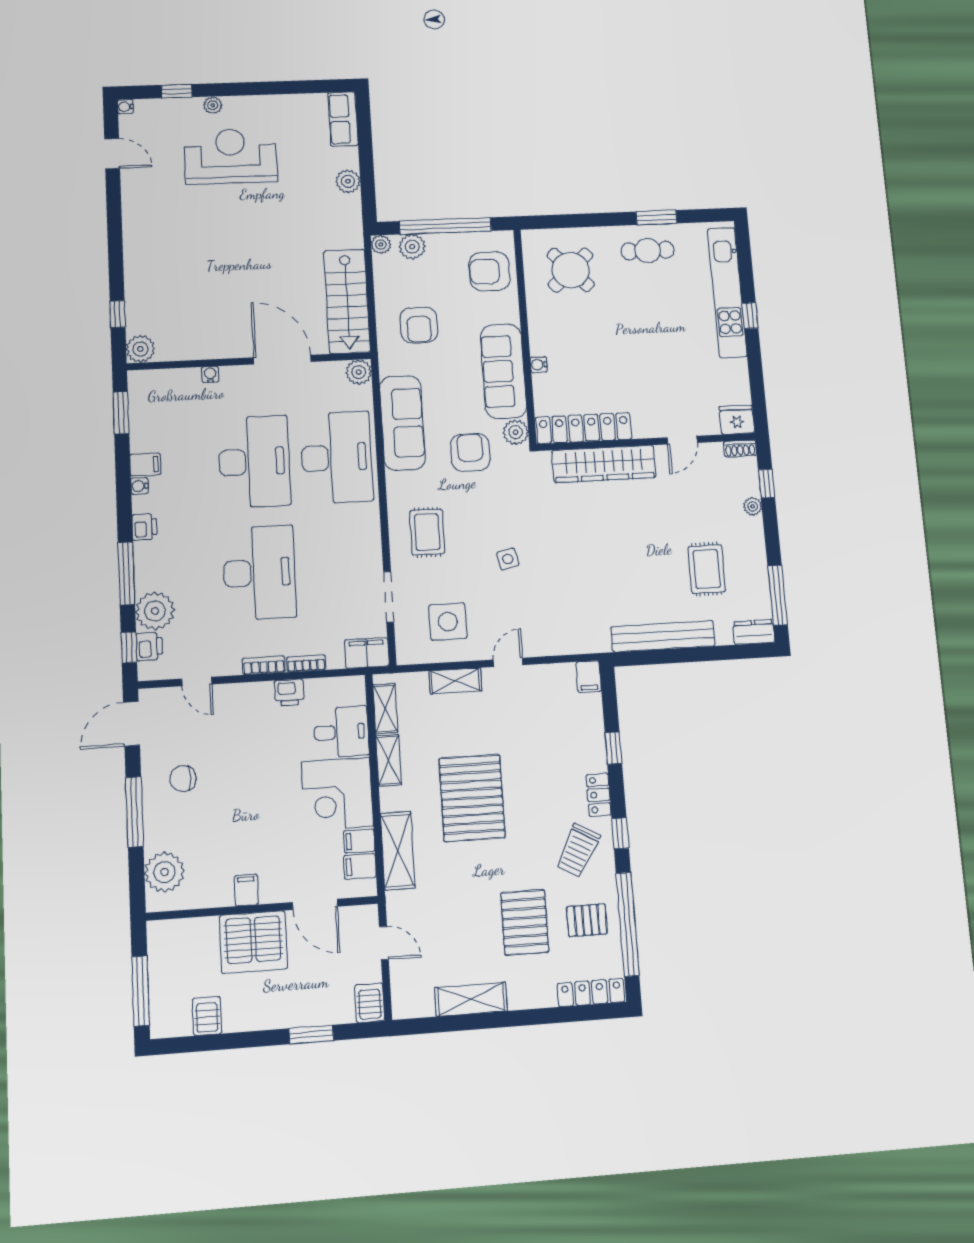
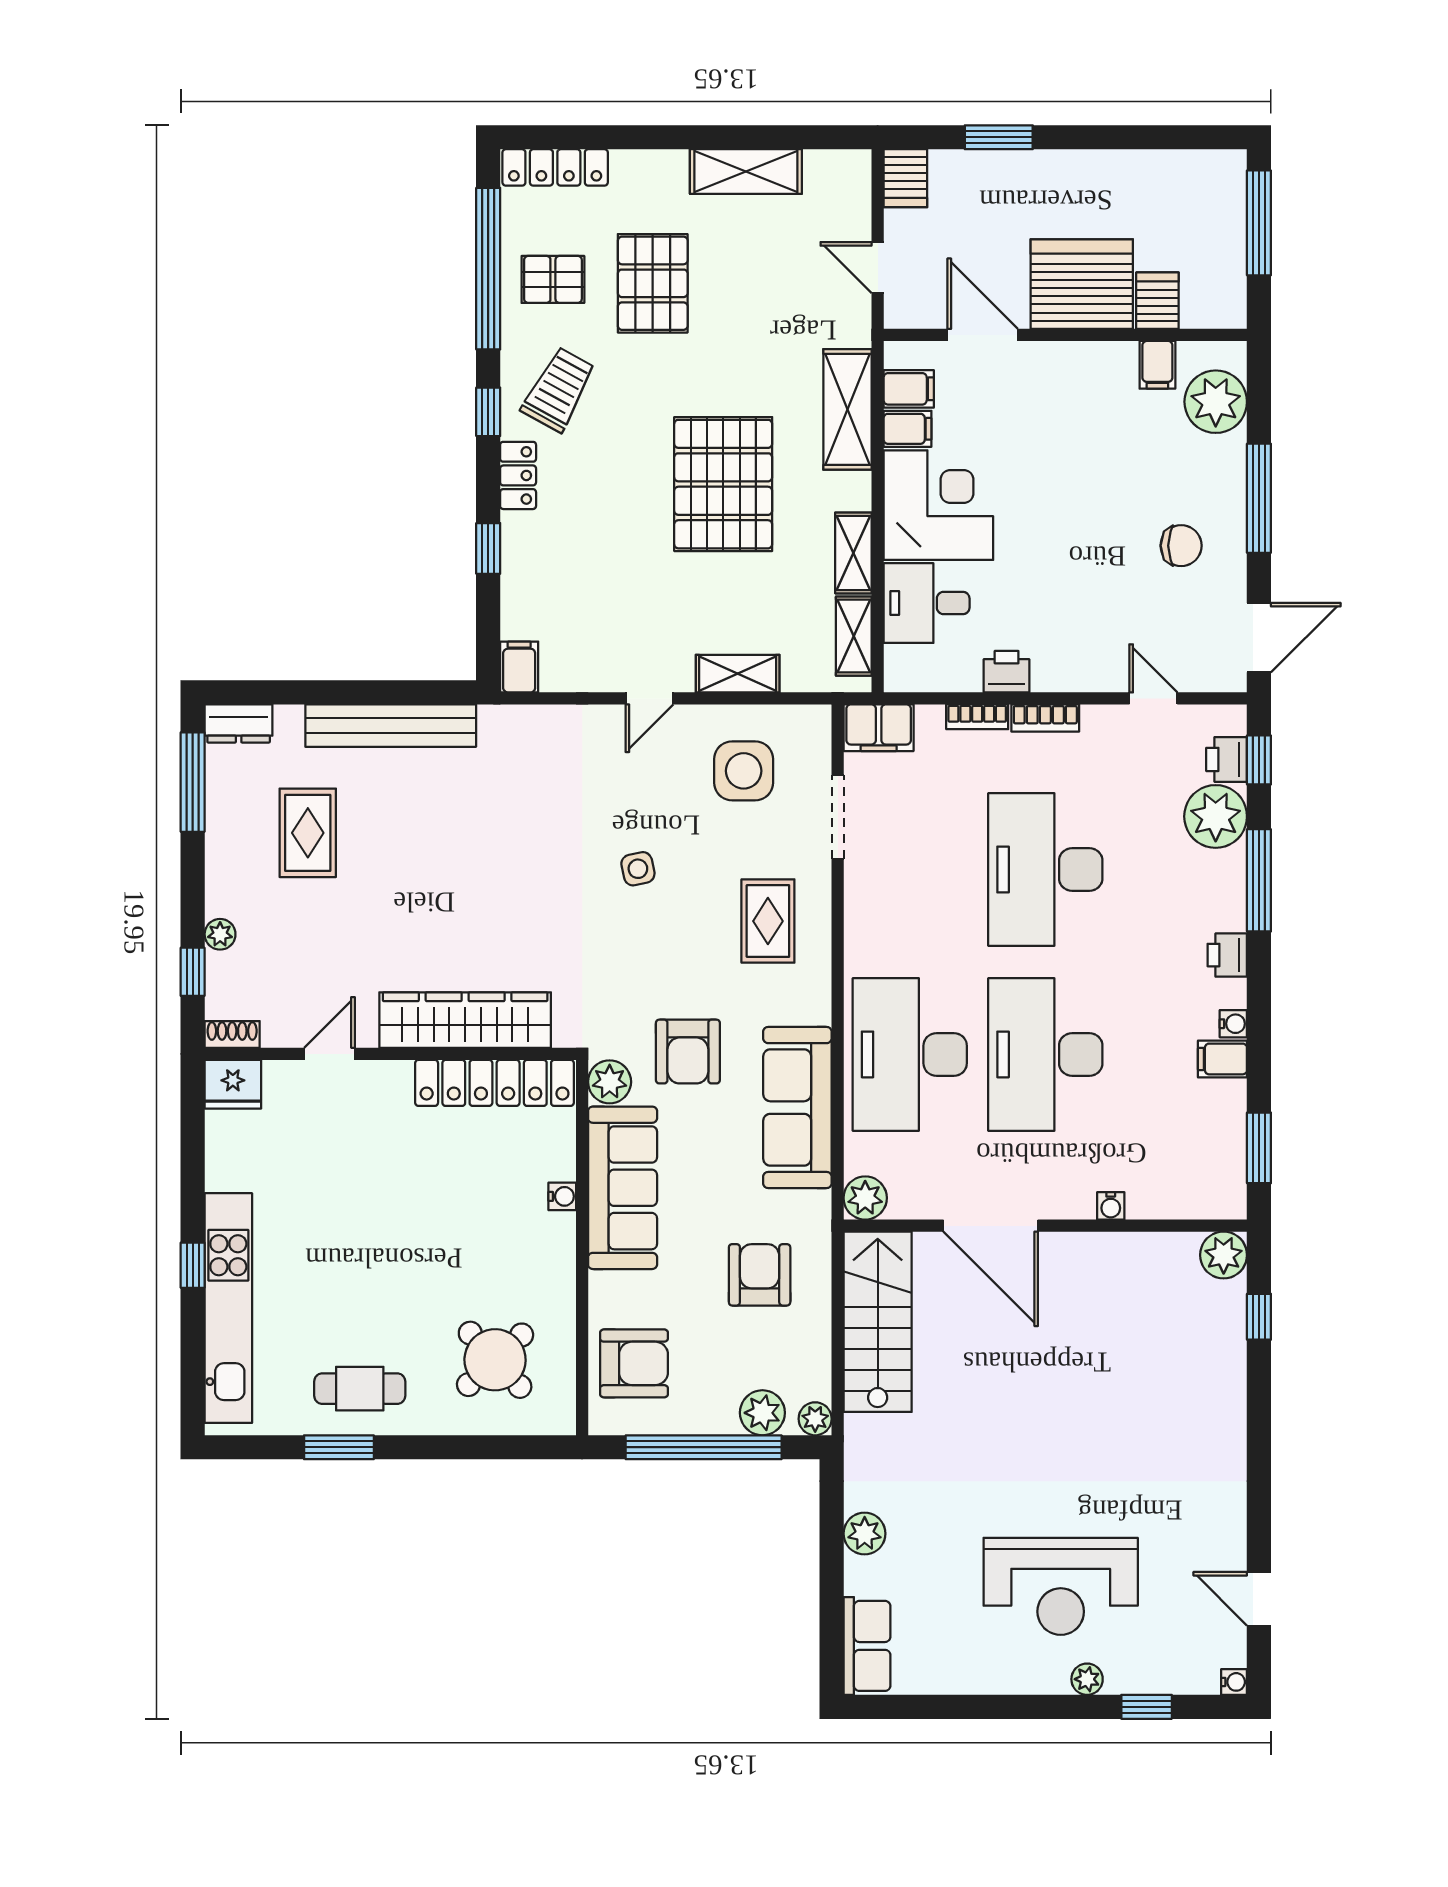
filing cabinet: (246, 890) -> (1157, 365), moved
server rack: (207, 1016) -> (1157, 301), moved, turned 180

